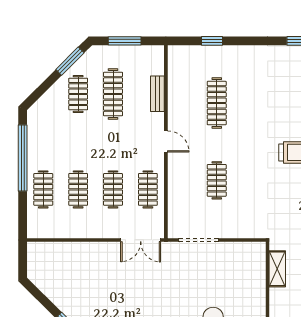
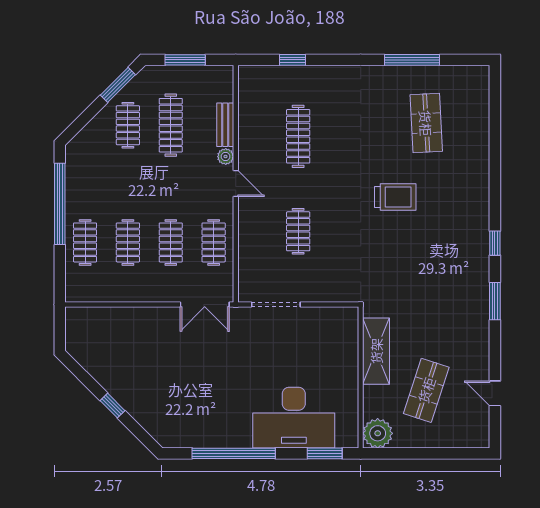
plant: (158, 119) -> (226, 157), added
shelving: (277, 269) -> (376, 351), width x1.50, depth x1.33

